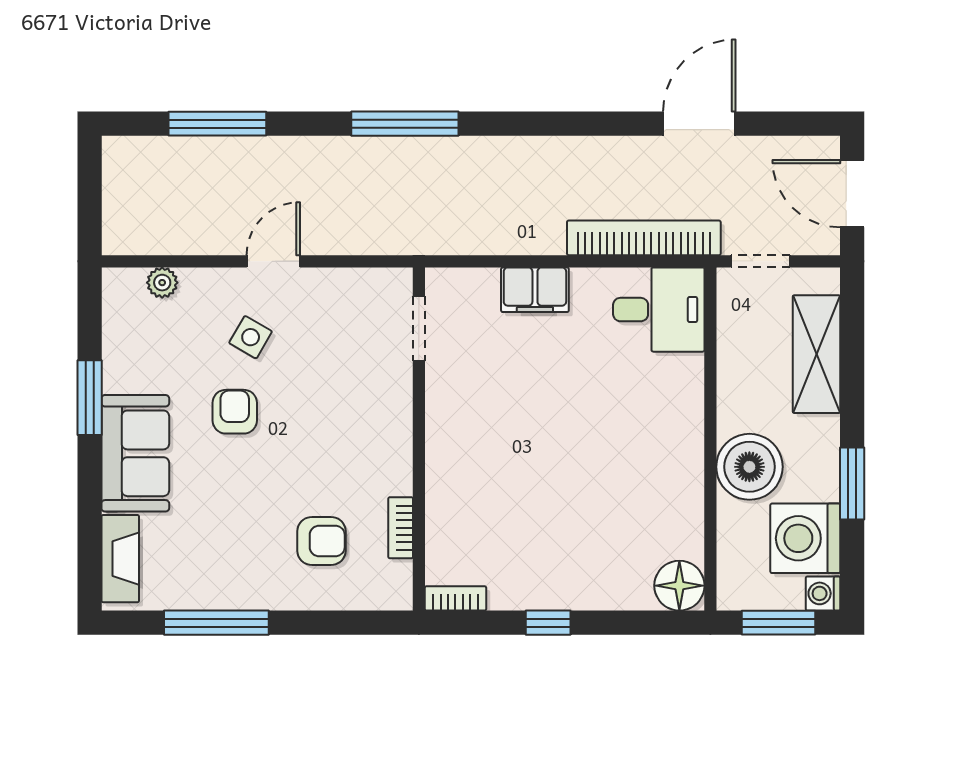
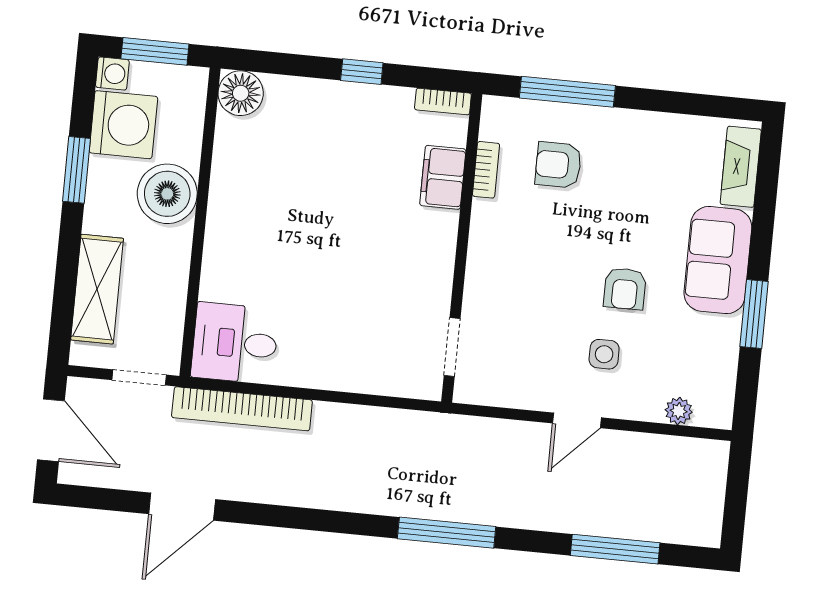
filing cabinet: (535, 290) -> (443, 177), moved, turned -90
side table: (251, 337) -> (604, 354), turned -30
window: (216, 623) -> (567, 92), moved

